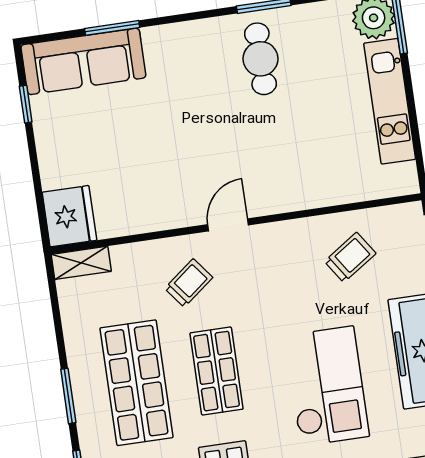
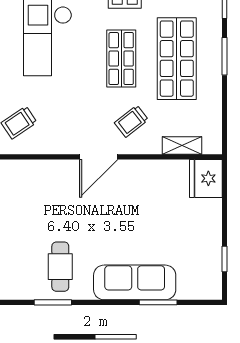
sofa: (83, 61) -> (135, 282), moved
door: (228, 225) -> (99, 157), width x1.38
shelving: (81, 263) -> (182, 146), moved

